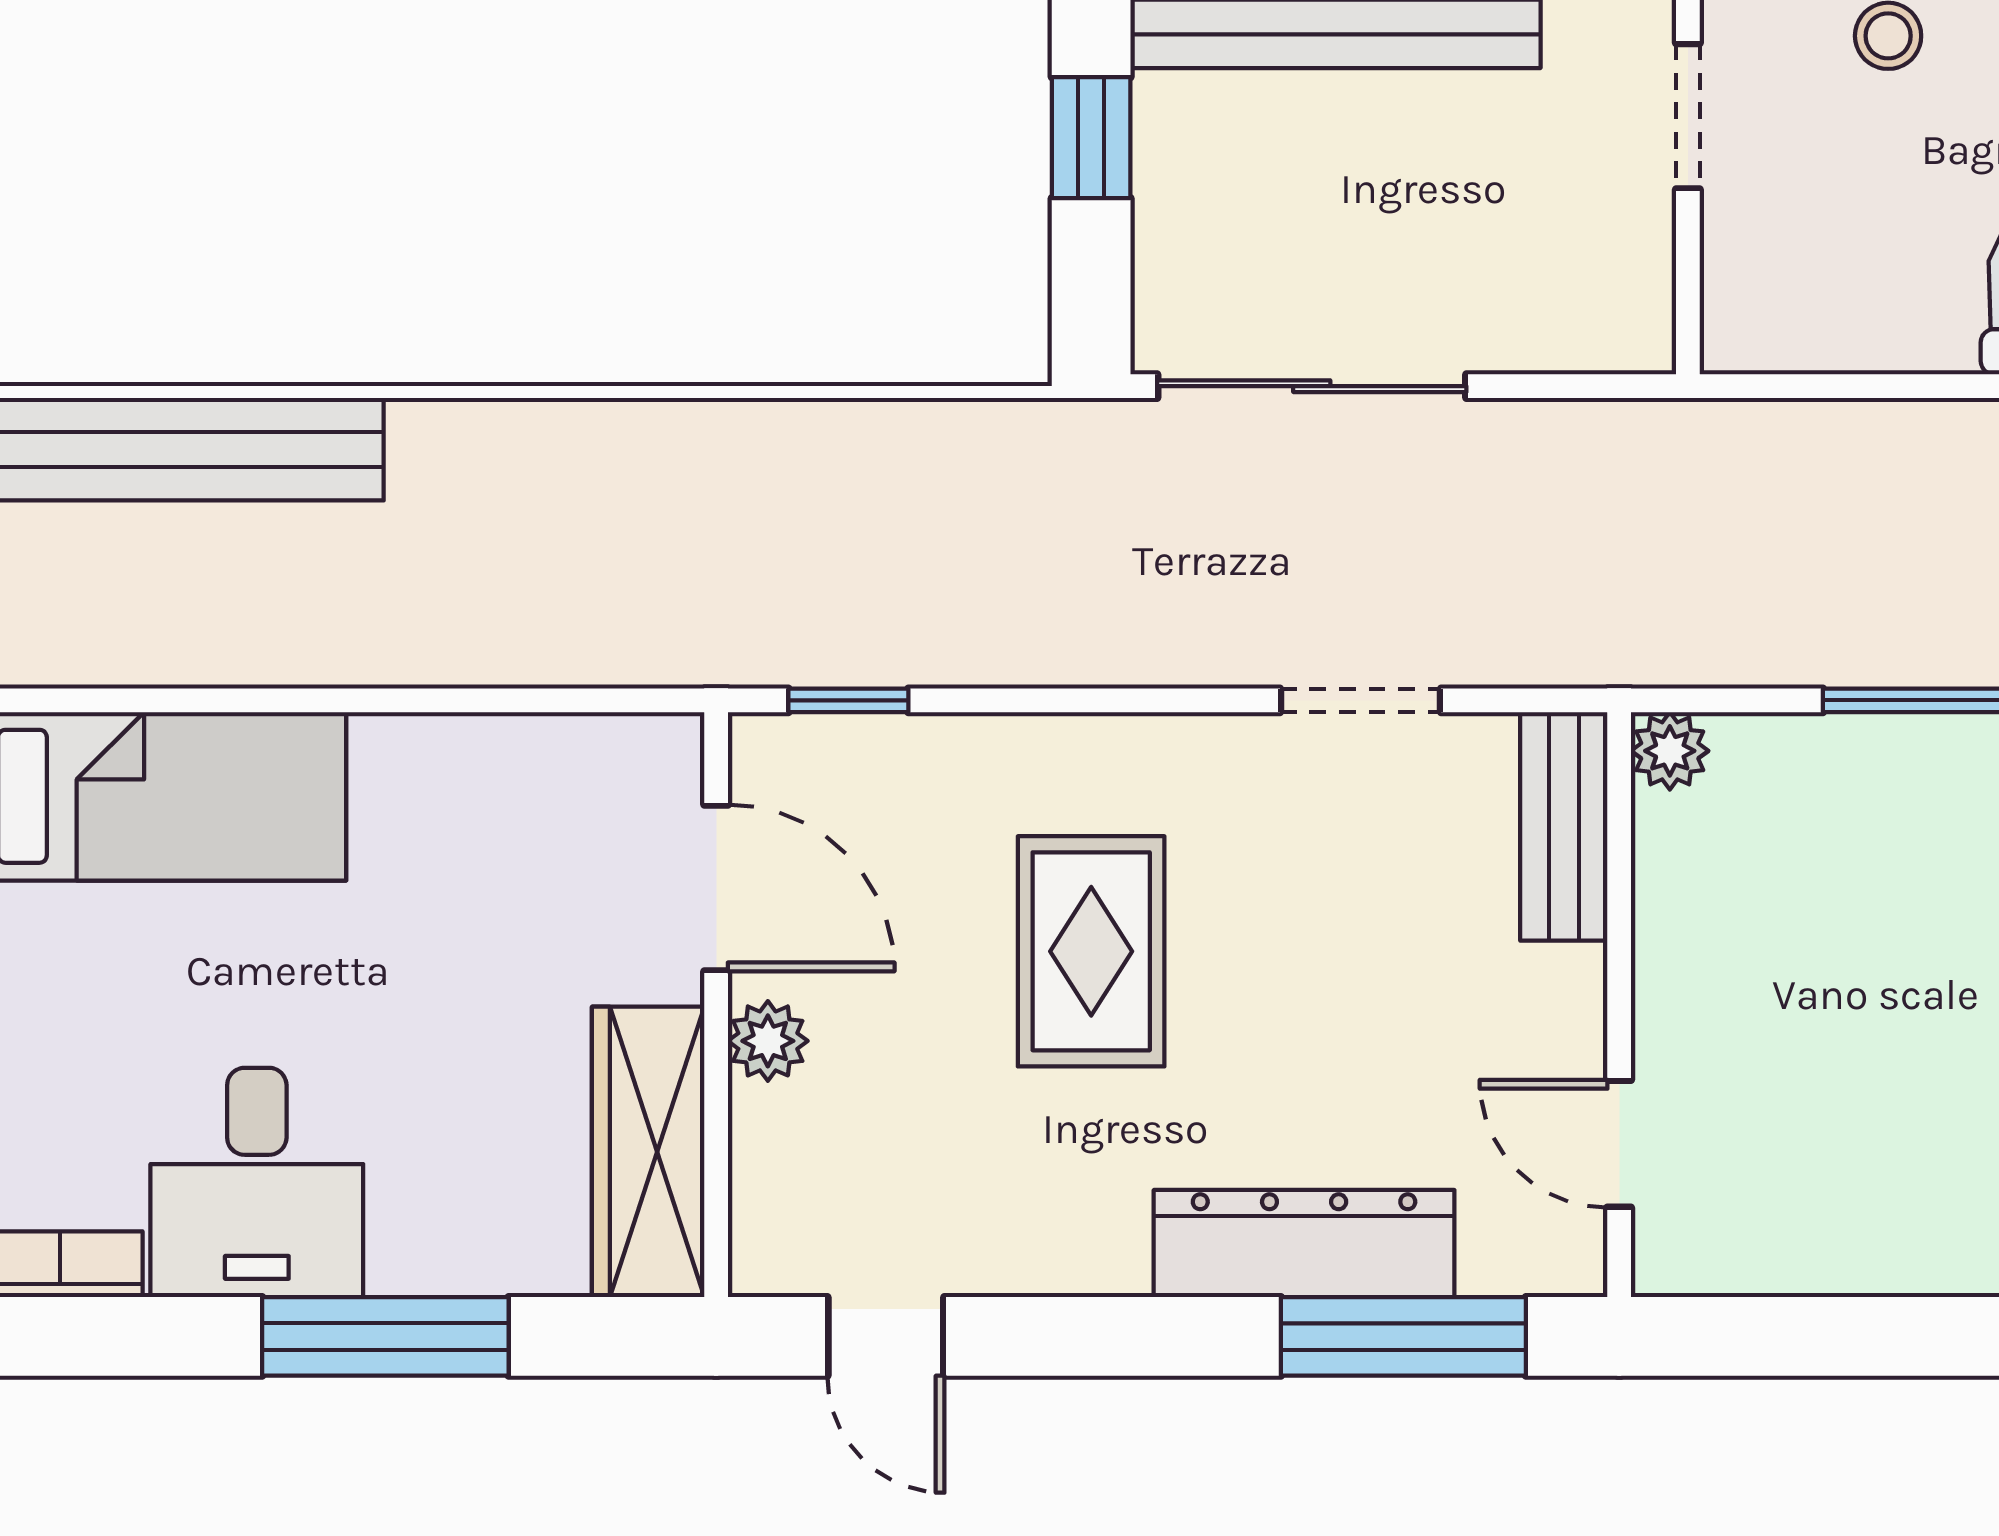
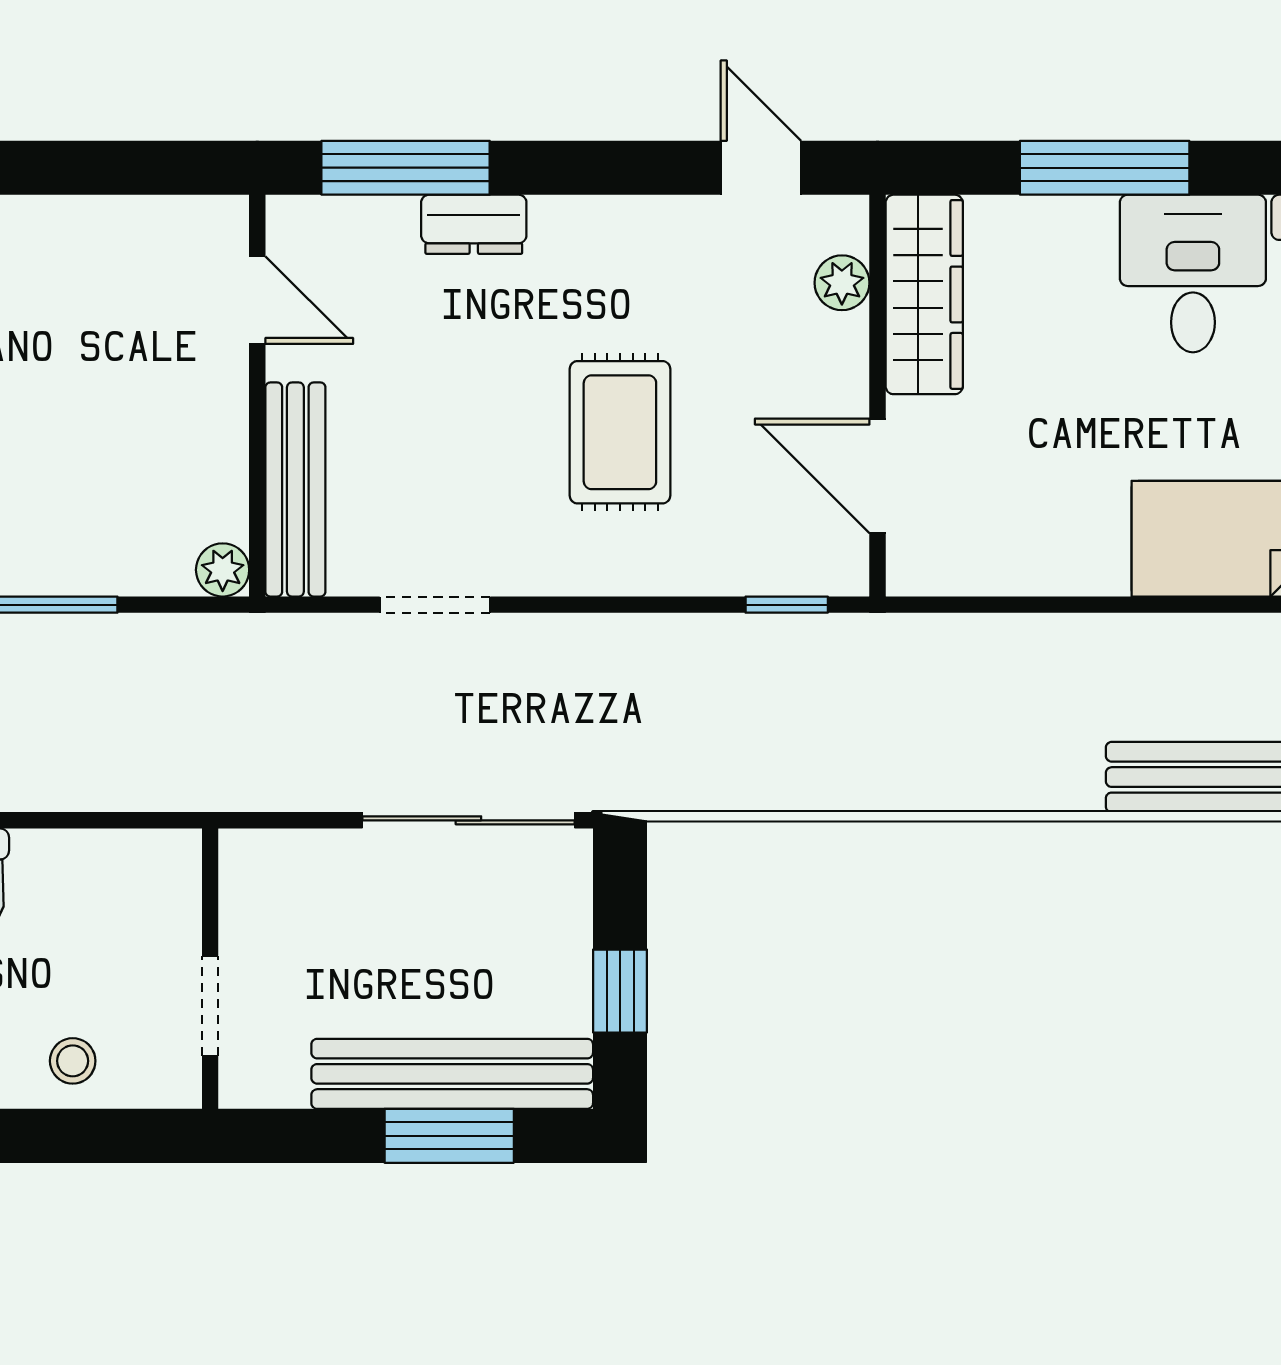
bench: (1564, 826) -> (295, 489), width x1.36
plant: (768, 1041) -> (842, 283), moved
dresser: (1304, 1244) -> (474, 224), width x0.51, depth x0.80

